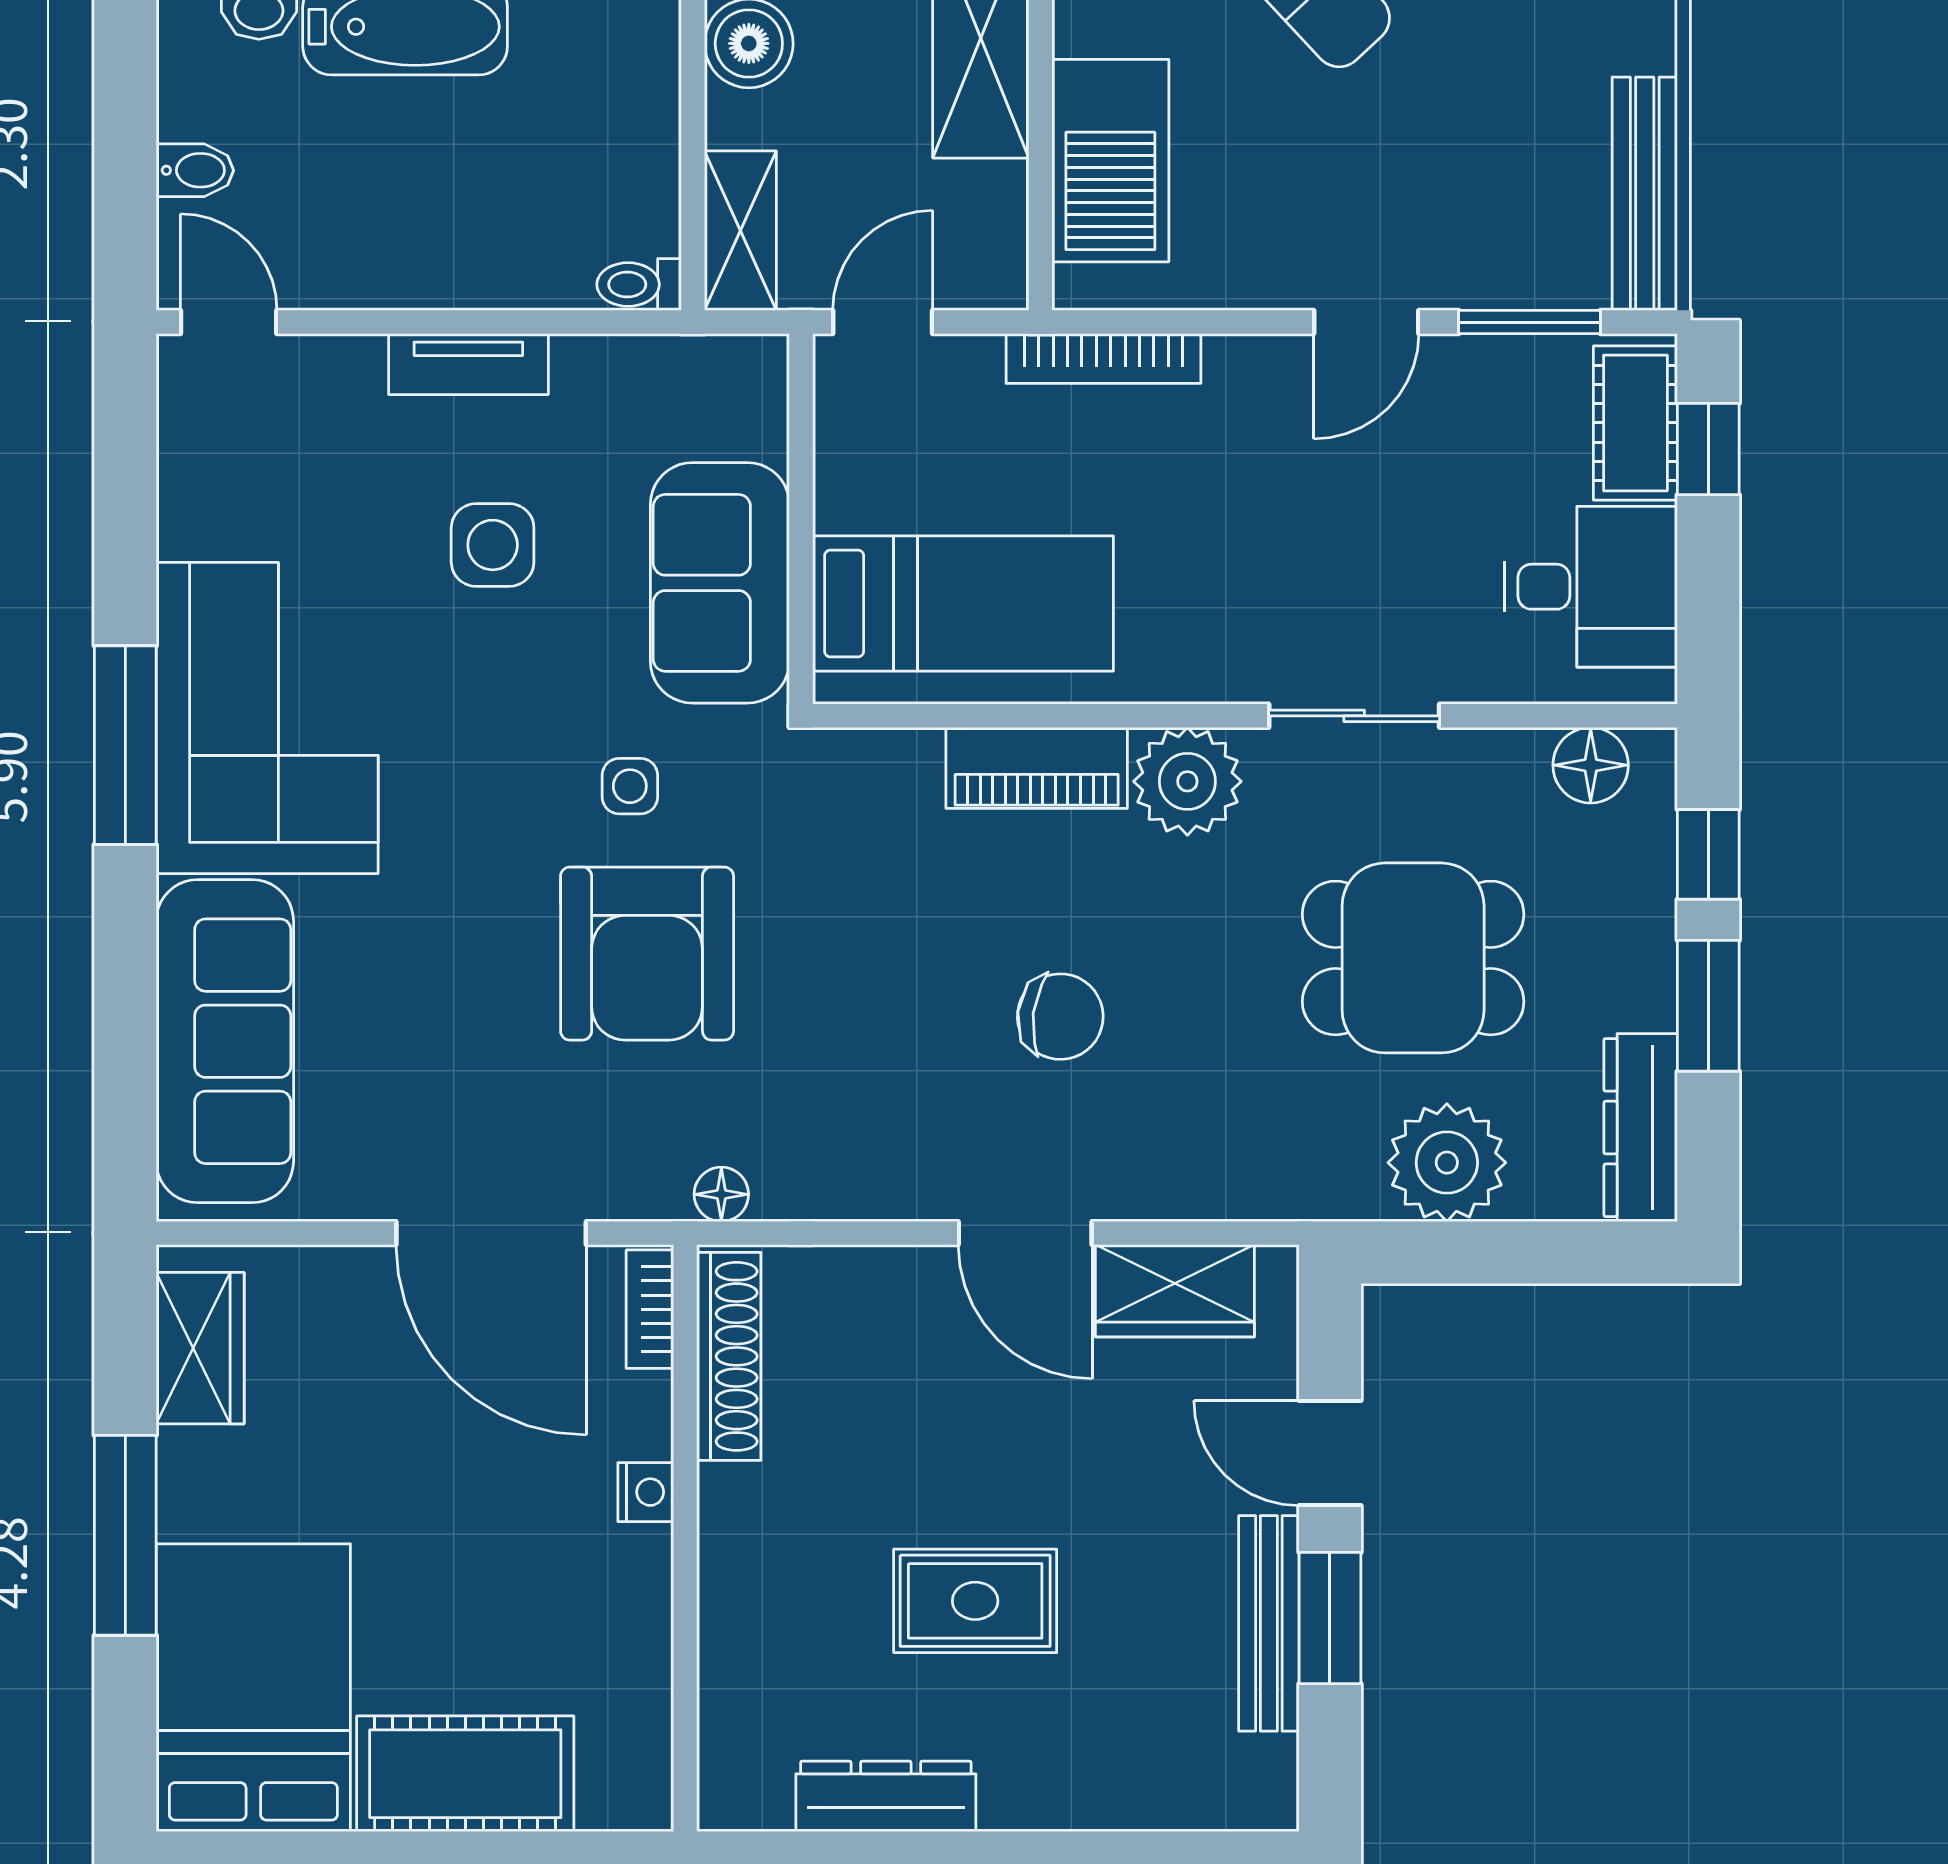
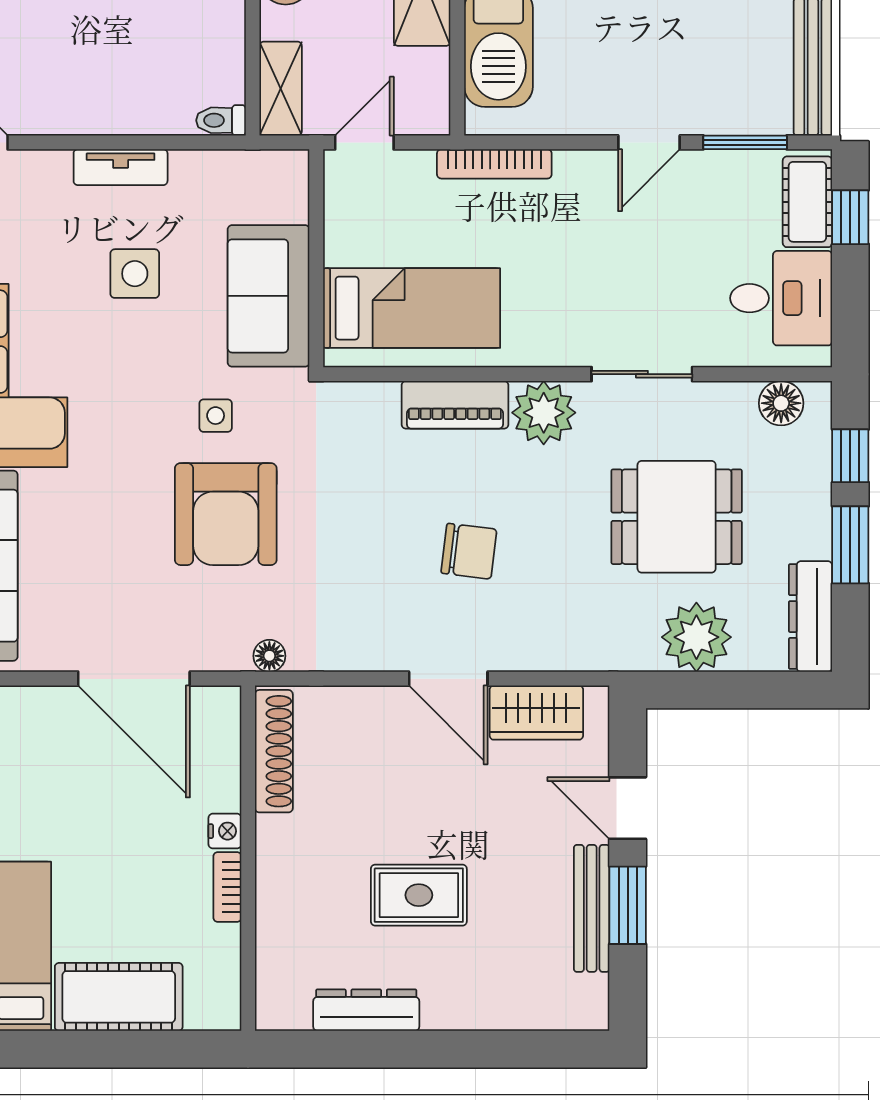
bookcase: (650, 1309) -> (227, 887), moved

